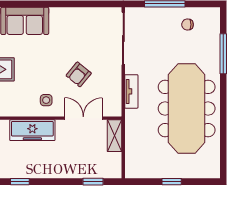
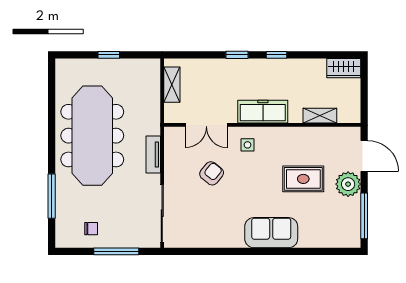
shelving: (115, 136) -> (172, 85), moved
window: (93, 182) -> (237, 55), moved

